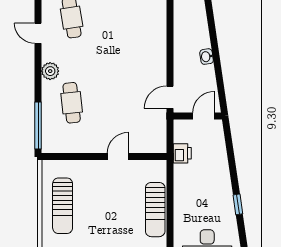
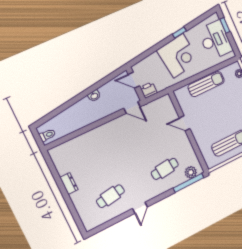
door: (38, 33) -> (140, 208), moved
plant: (50, 71) -> (191, 172), moved
printer: (182, 153) -> (149, 90), moved
corner desk: (209, 189) -> (178, 56), added

